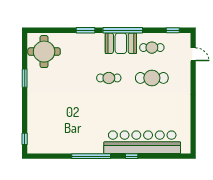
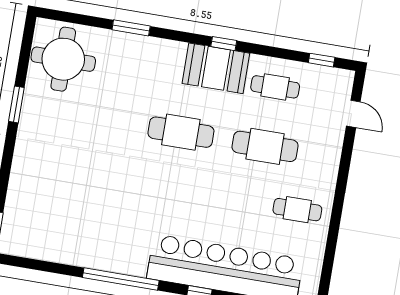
window: (86, 30) -> (131, 28), moved
window: (123, 30) -> (224, 44), width x0.32
cafe table: (109, 78) -> (181, 132), width x1.37, depth x1.35
cafe table: (173, 107) -> (297, 210), added

